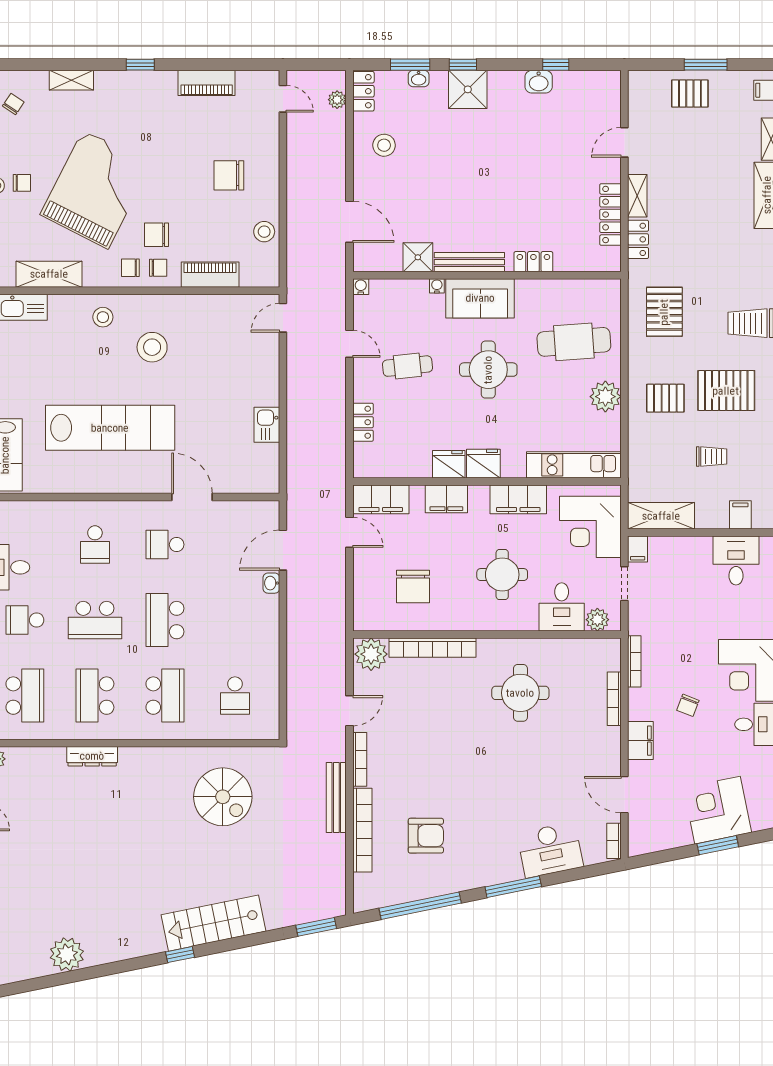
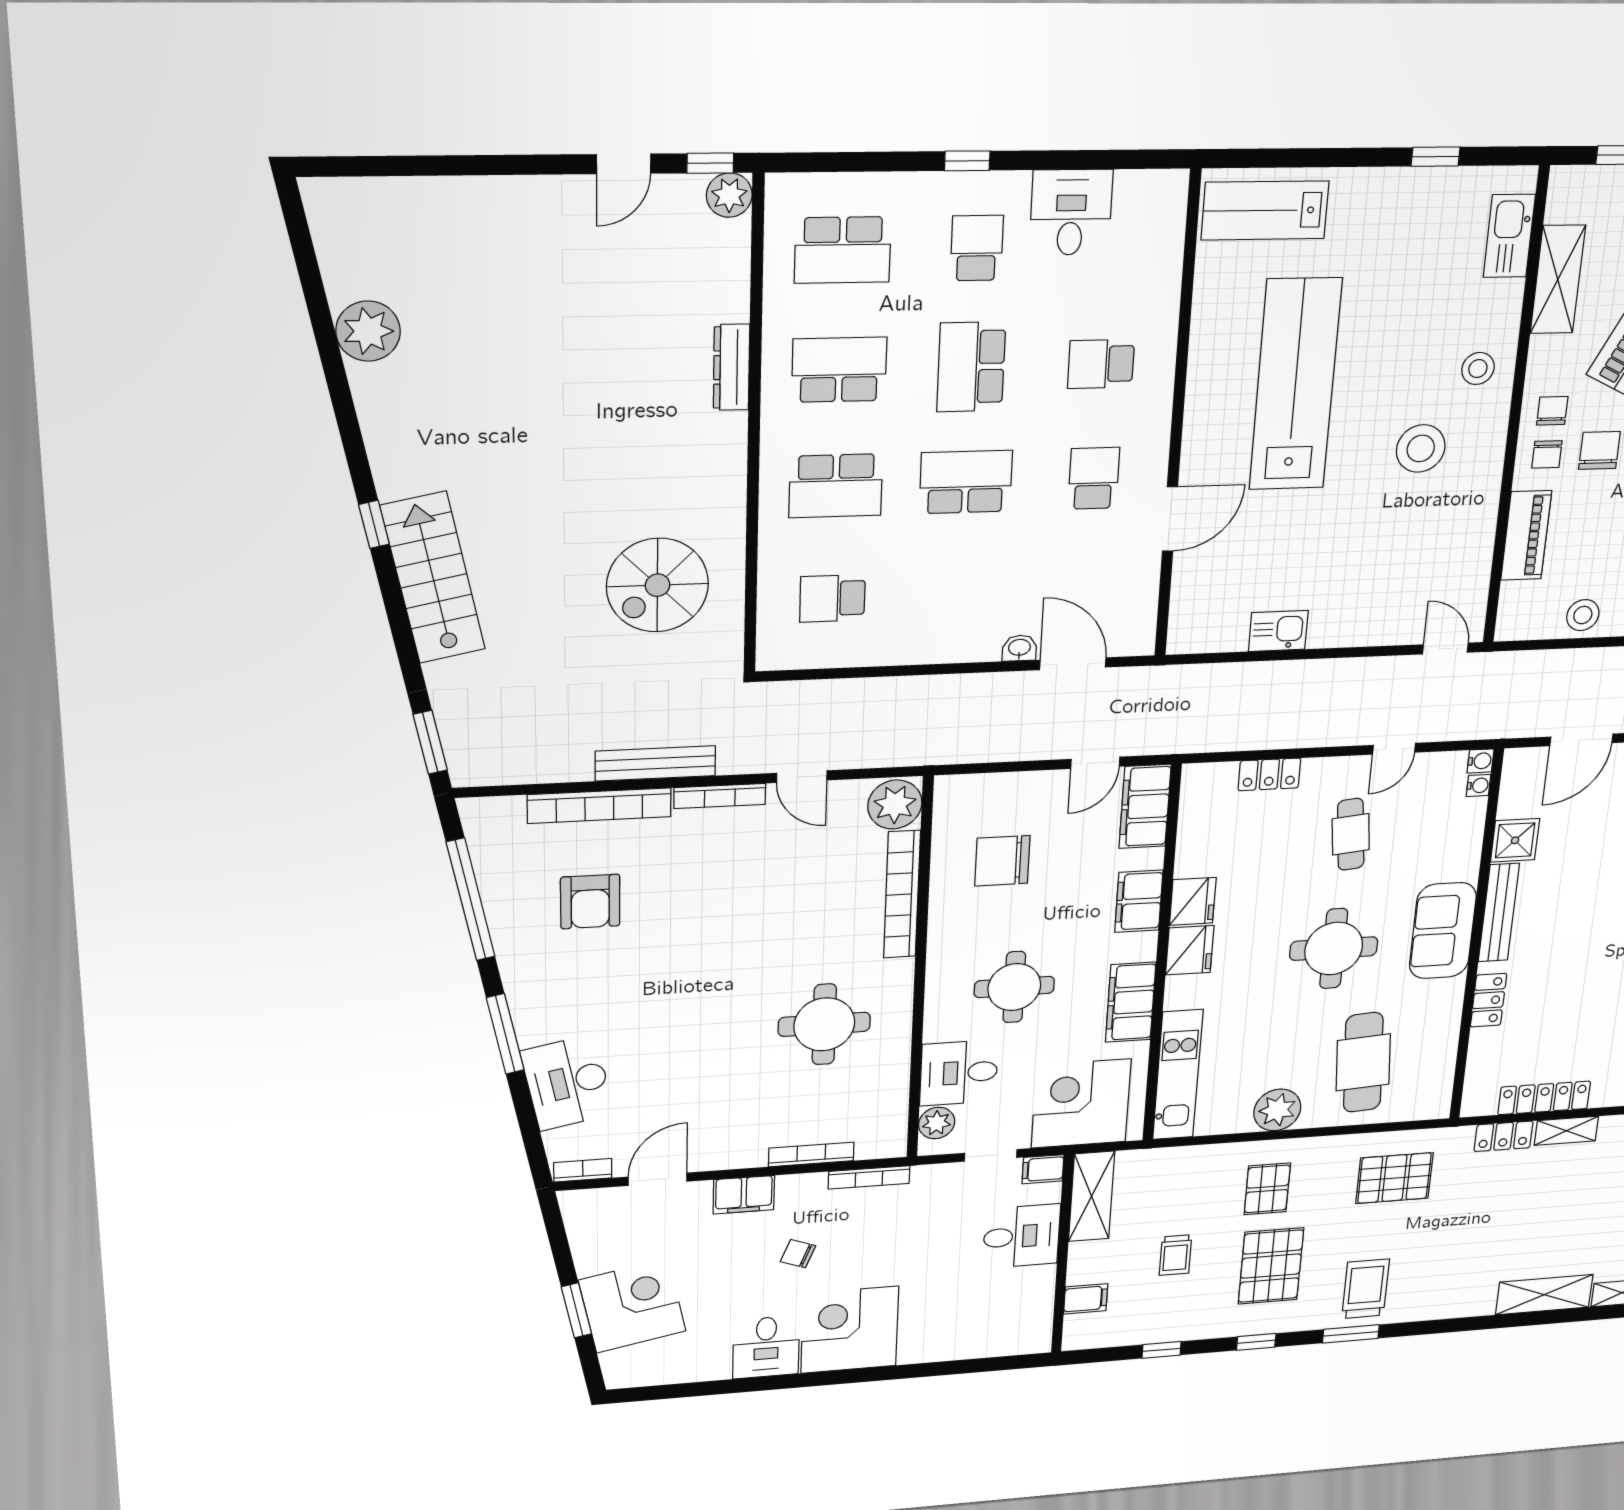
water cooler: (437, 286) -> (1479, 785), moved
lab bench: (110, 428) -> (1295, 385), turned 180
desk: (736, 560) -> (1021, 1236), moved

